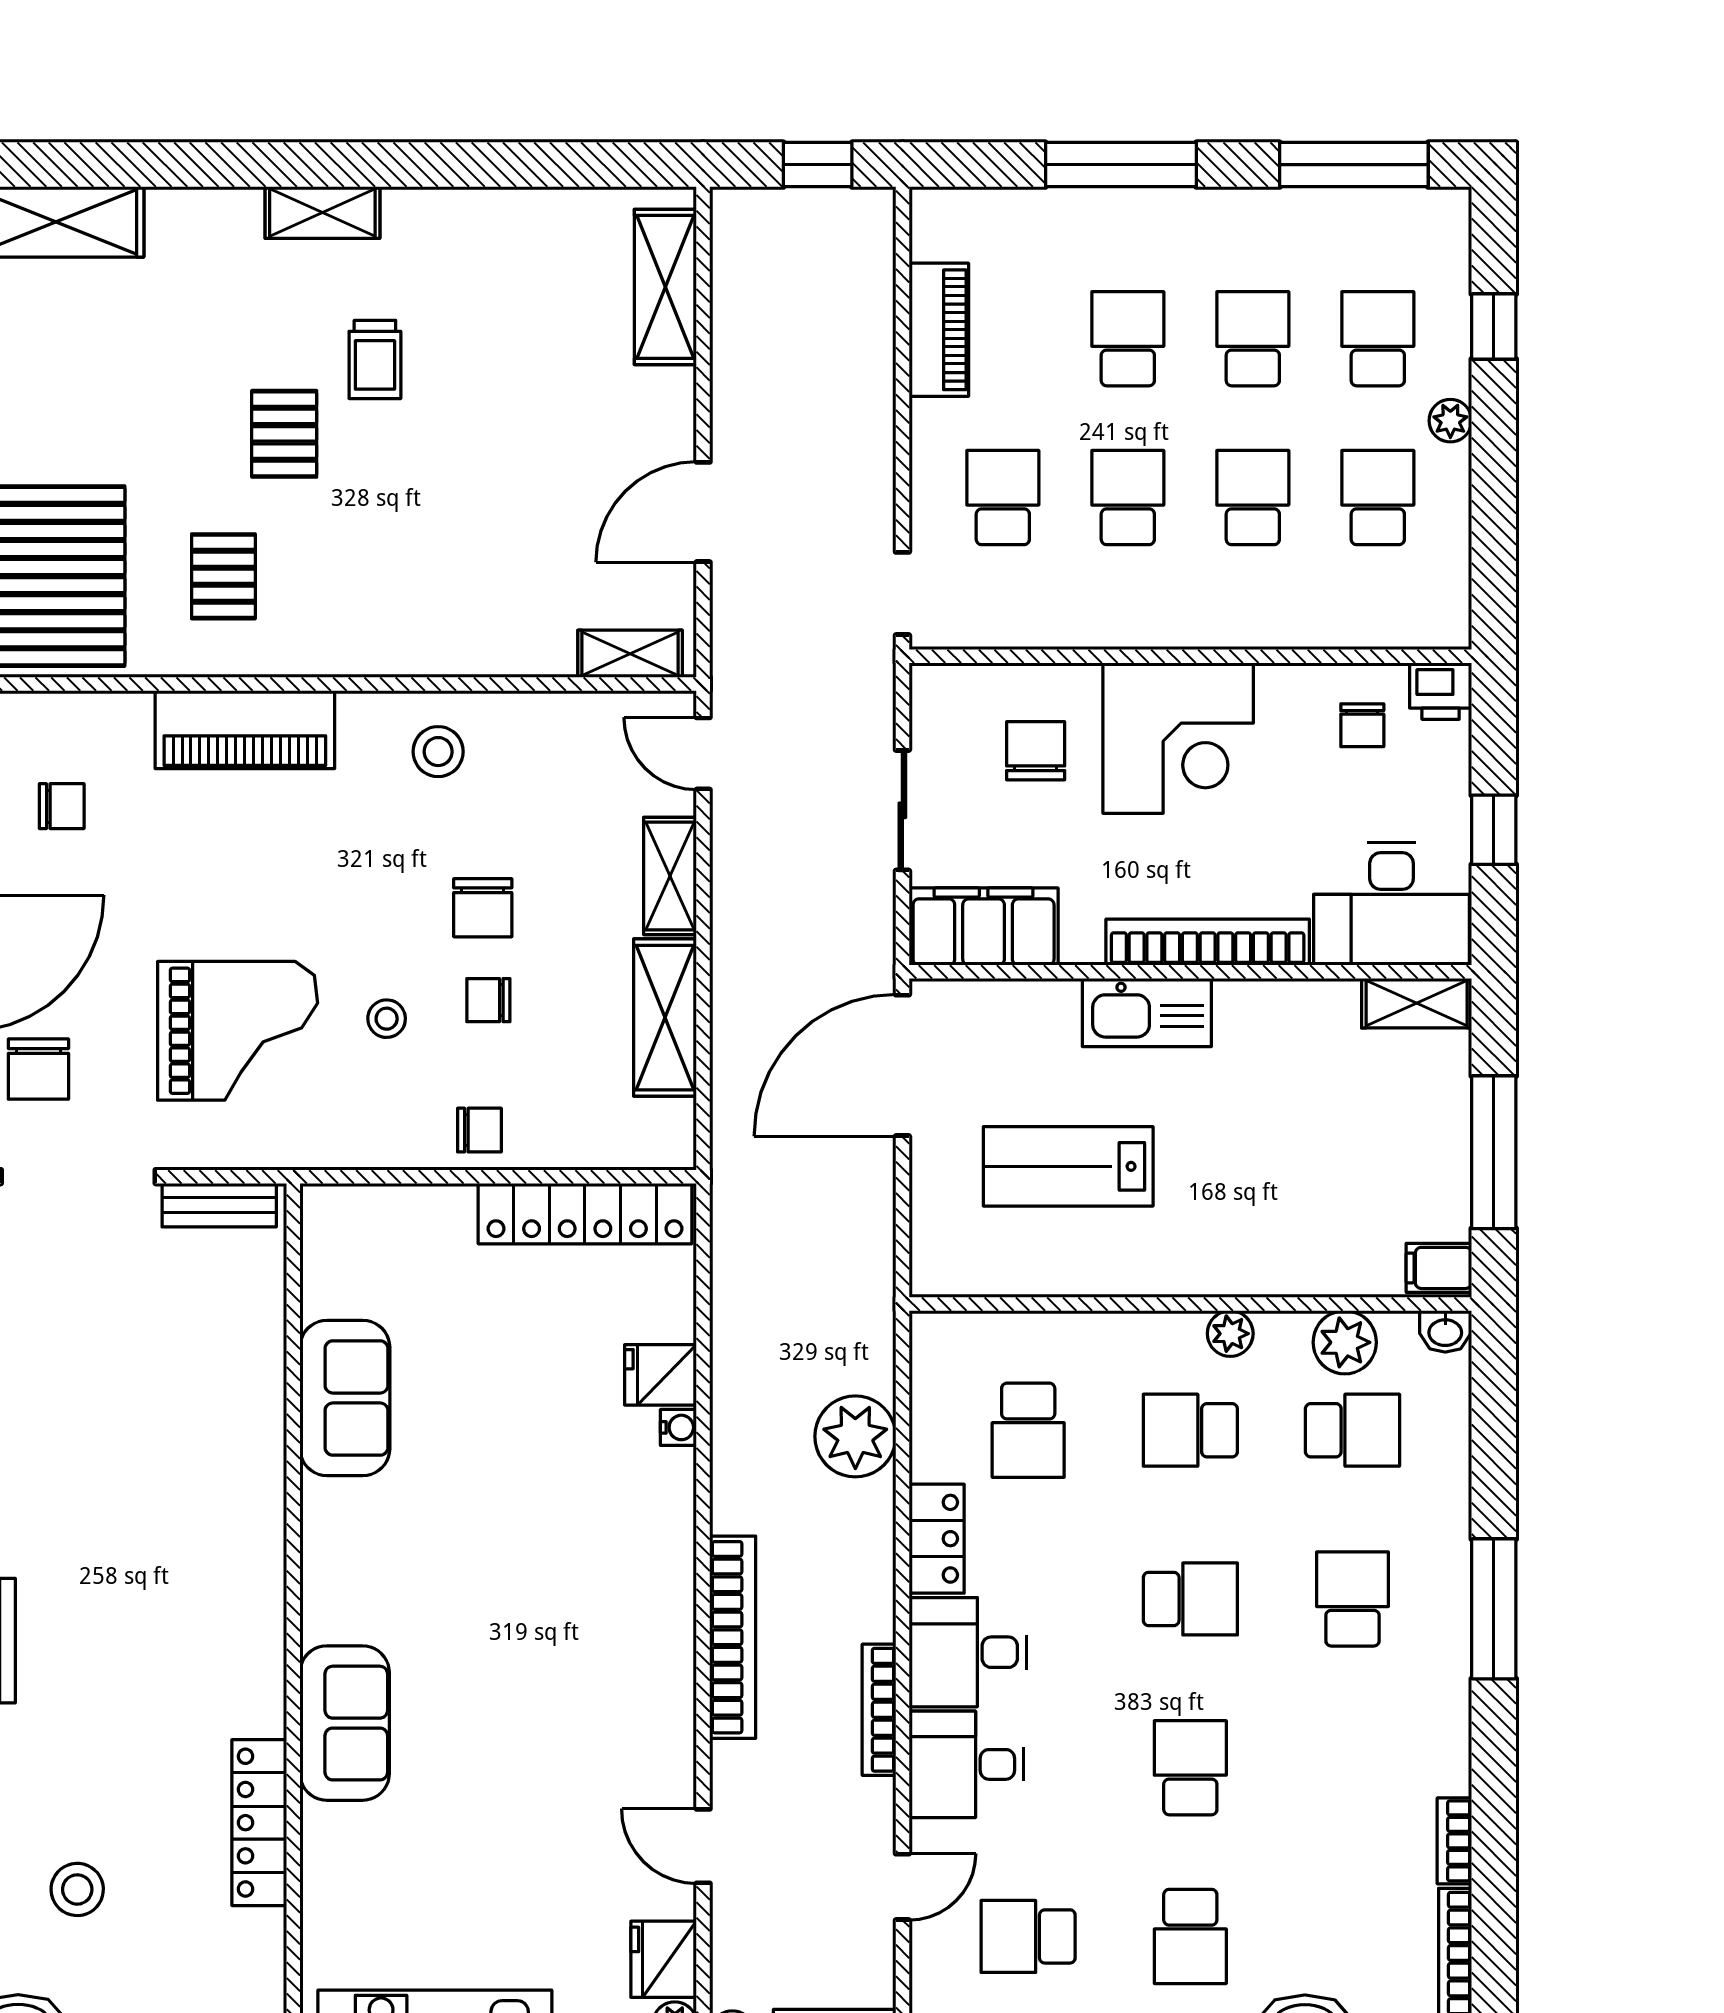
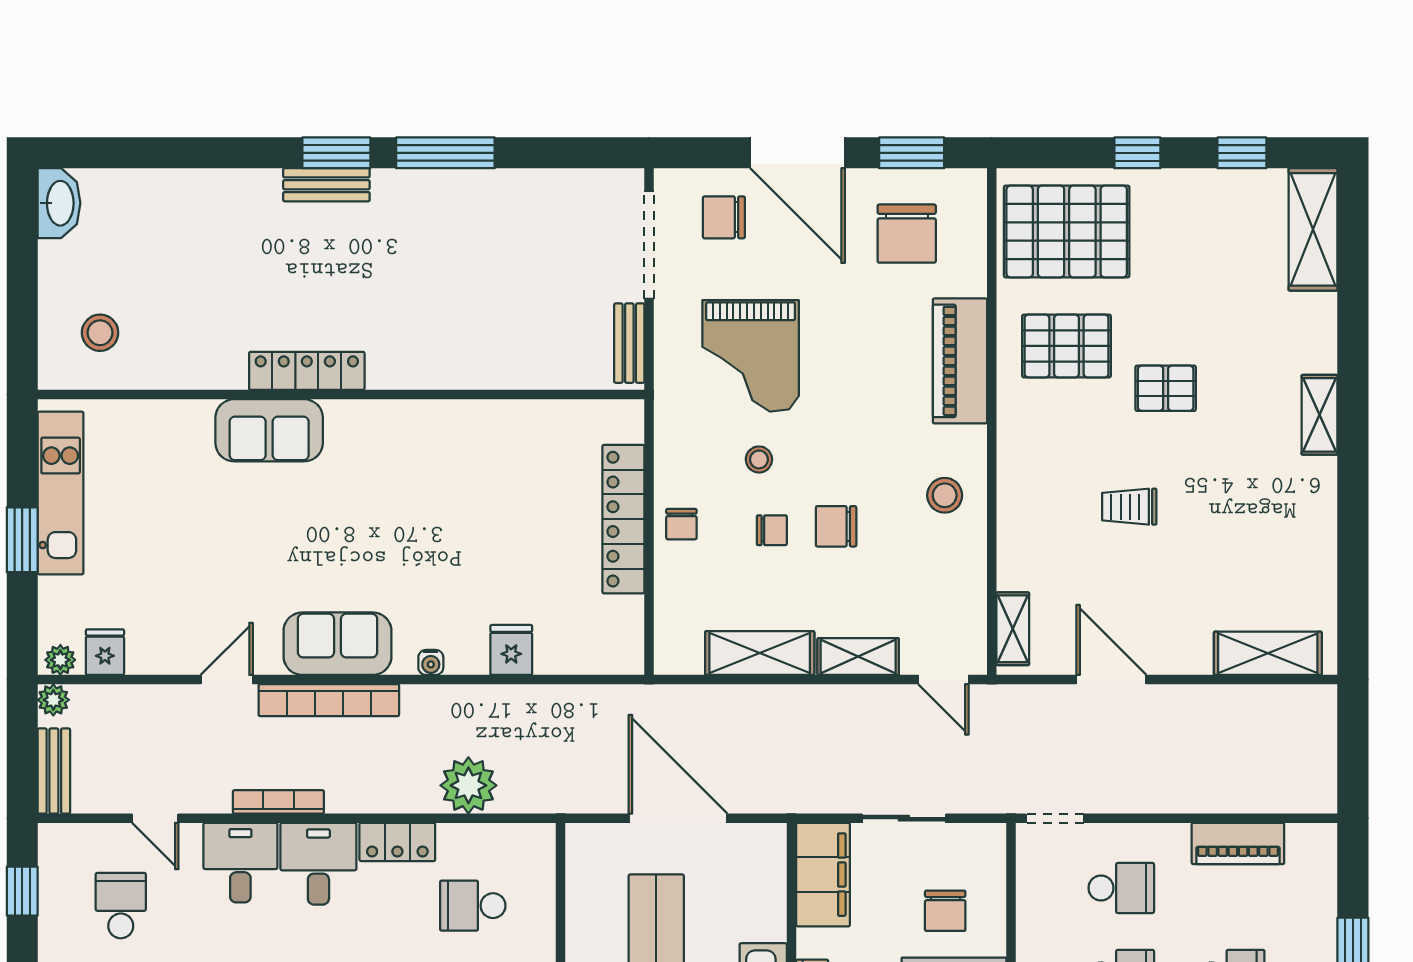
window: (818, 165) -> (1353, 759), removed
trolley: (375, 359) -> (1129, 507), moved
pallet: (223, 576) -> (1067, 346), width x1.50, depth x1.42
chair: (1036, 751) -> (945, 911), turned 90
door: (703, 753) -> (943, 680), swing flipped
chair: (62, 806) -> (907, 234), width x1.87, depth x1.87
chair: (488, 1000) -> (772, 530), turned 90
door: (902, 1065) -> (678, 818), moved
locker: (585, 1214) -> (623, 519), moved
sofa: (345, 1398) -> (337, 644), moved, turned 180
water cooler: (678, 1427) -> (431, 662), moved
locker: (259, 1823) -> (307, 371), moved
door: (703, 1846) -> (227, 680), moved
stool: (77, 1889) -> (100, 333), moved
fridge: (664, 1959) -> (105, 652), width x0.72

